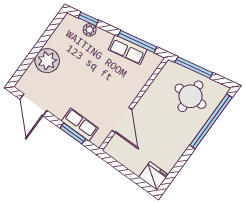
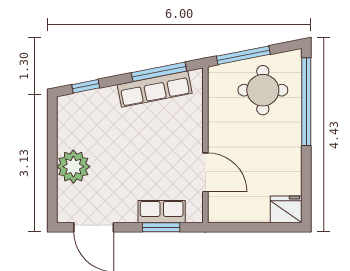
plant: (90, 30) -> (96, 98), removed
row of seats: (128, 50) -> (155, 89), width x1.48

